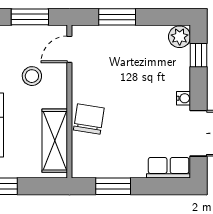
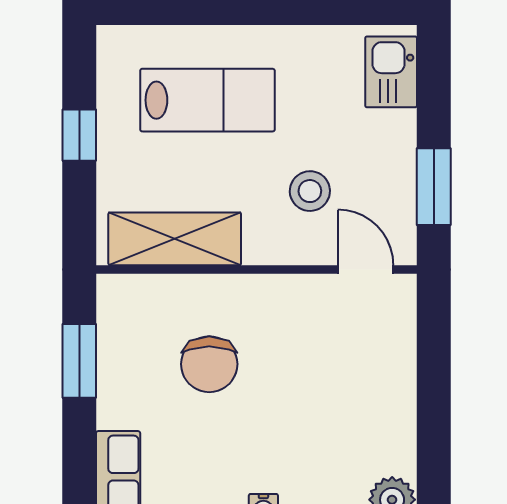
window: (117, 17) -> (434, 369), removed
chair: (89, 119) -> (209, 364), moved, turned 81

